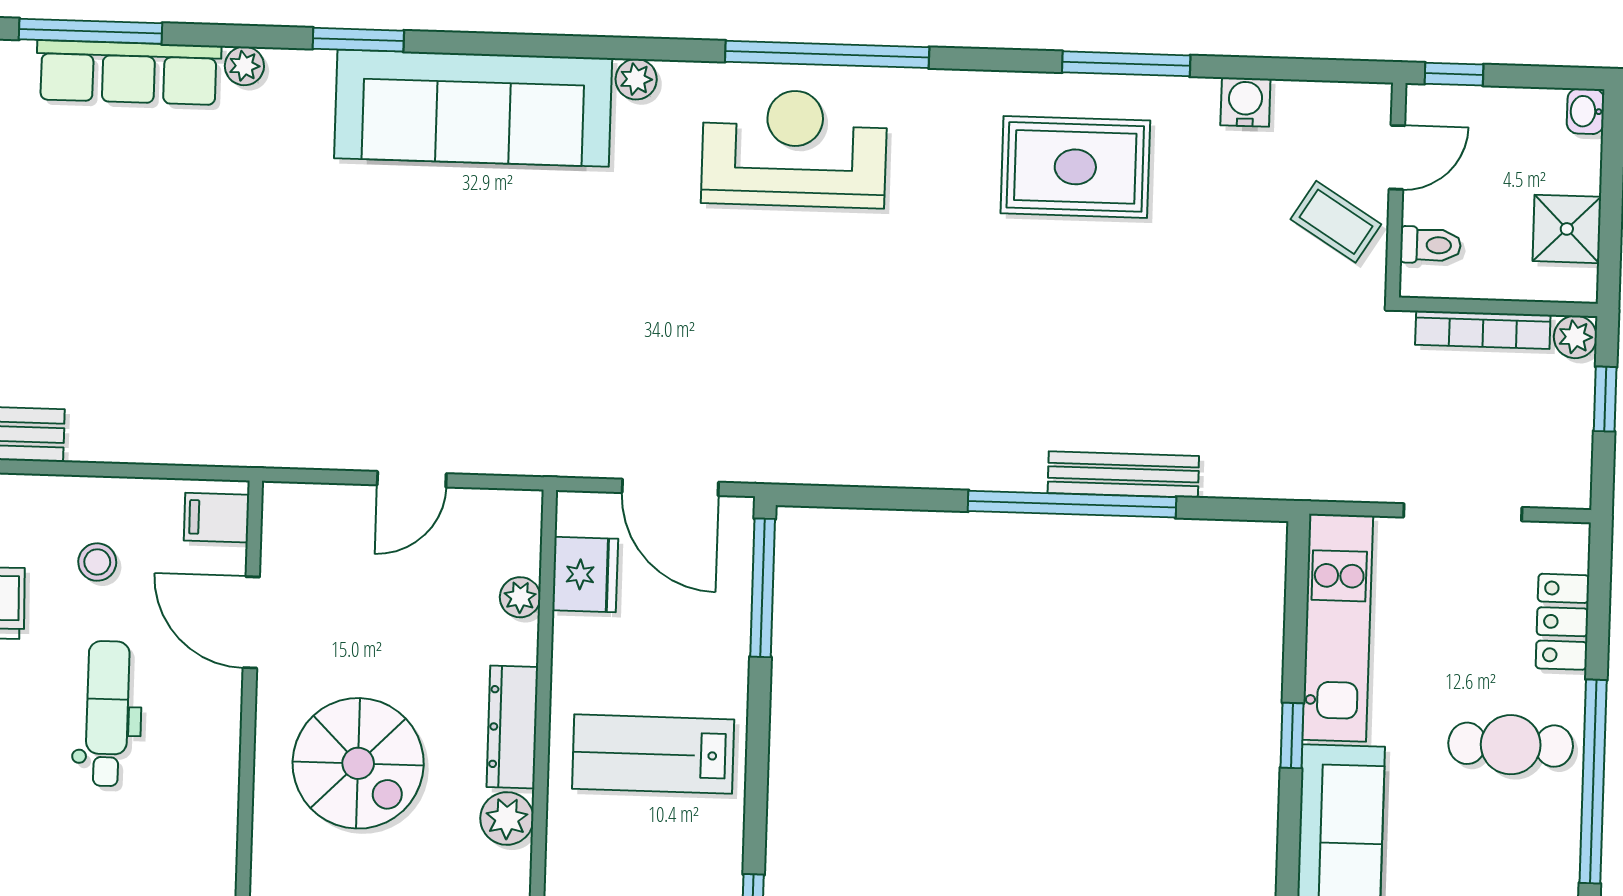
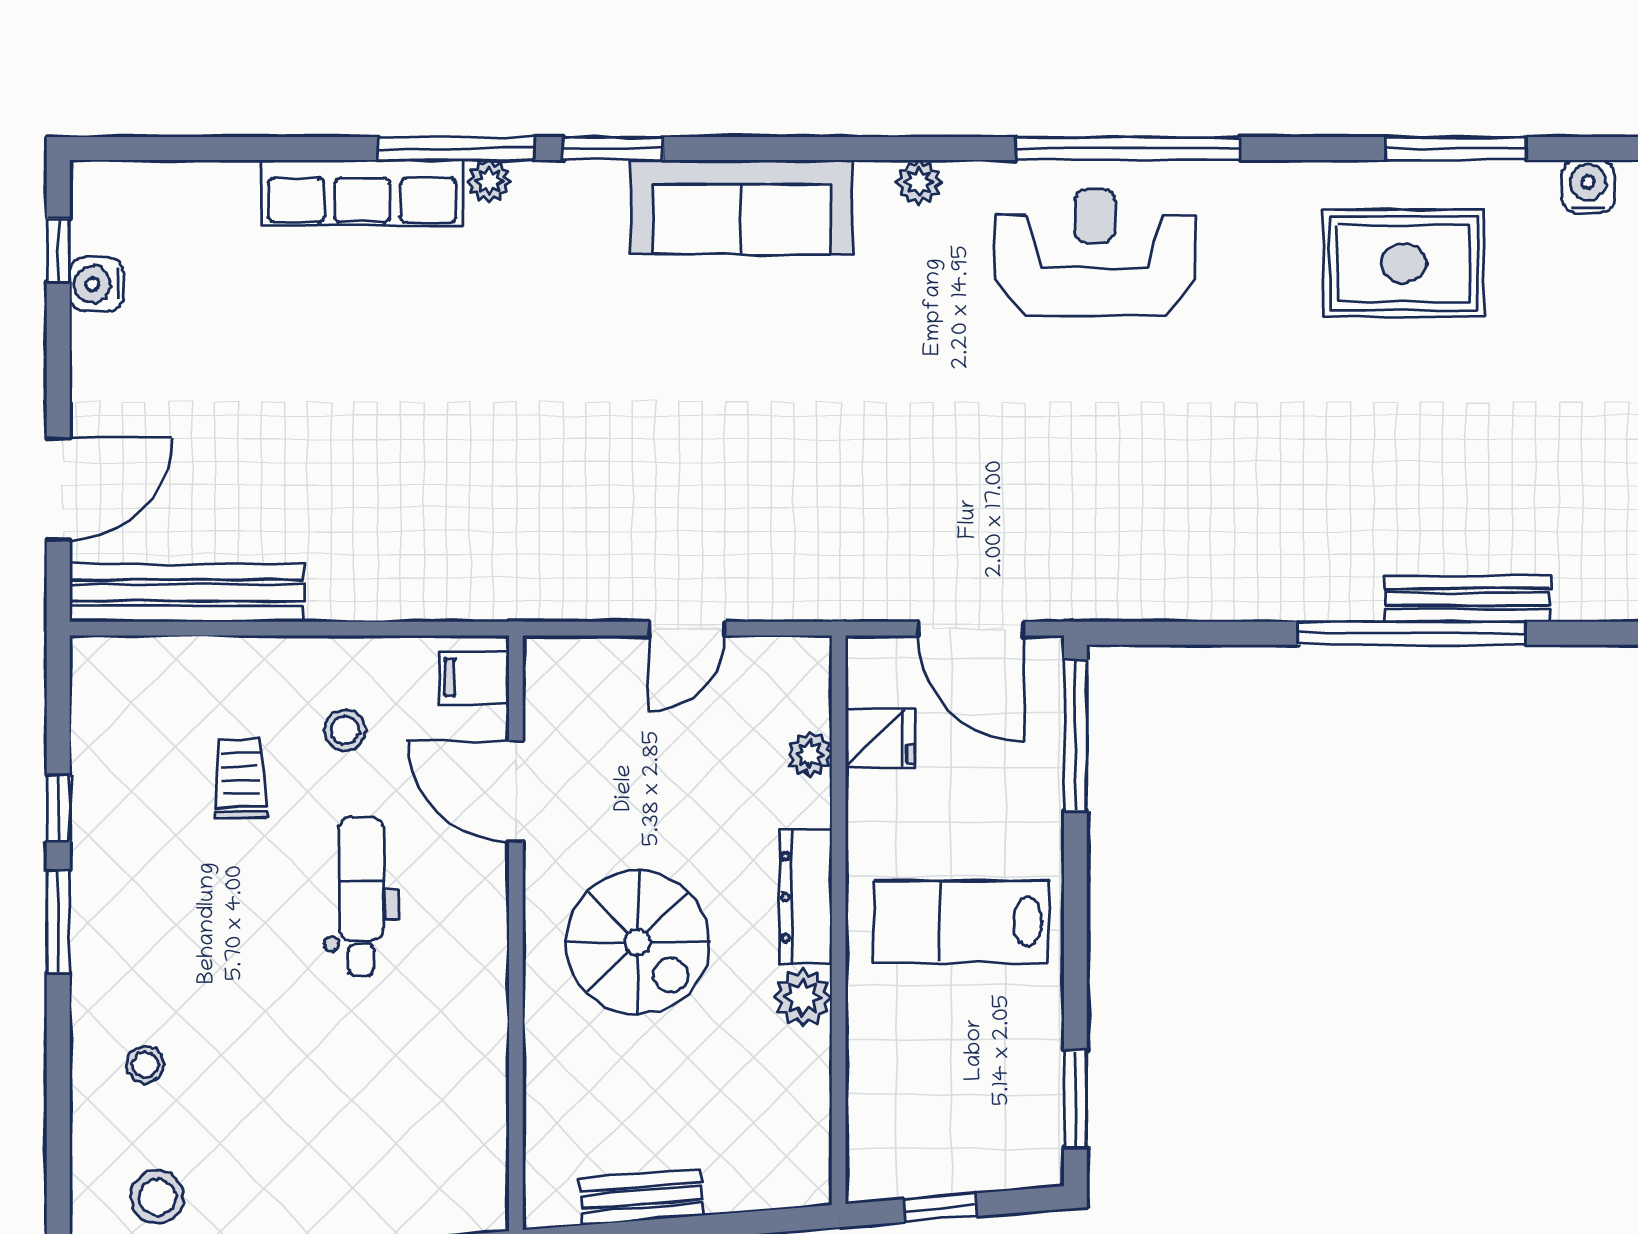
window: (91, 31) -> (456, 148), moved
sofa: (473, 108) -> (741, 207), width x0.74, depth x0.79
fridge: (585, 574) -> (880, 738), width x0.72

